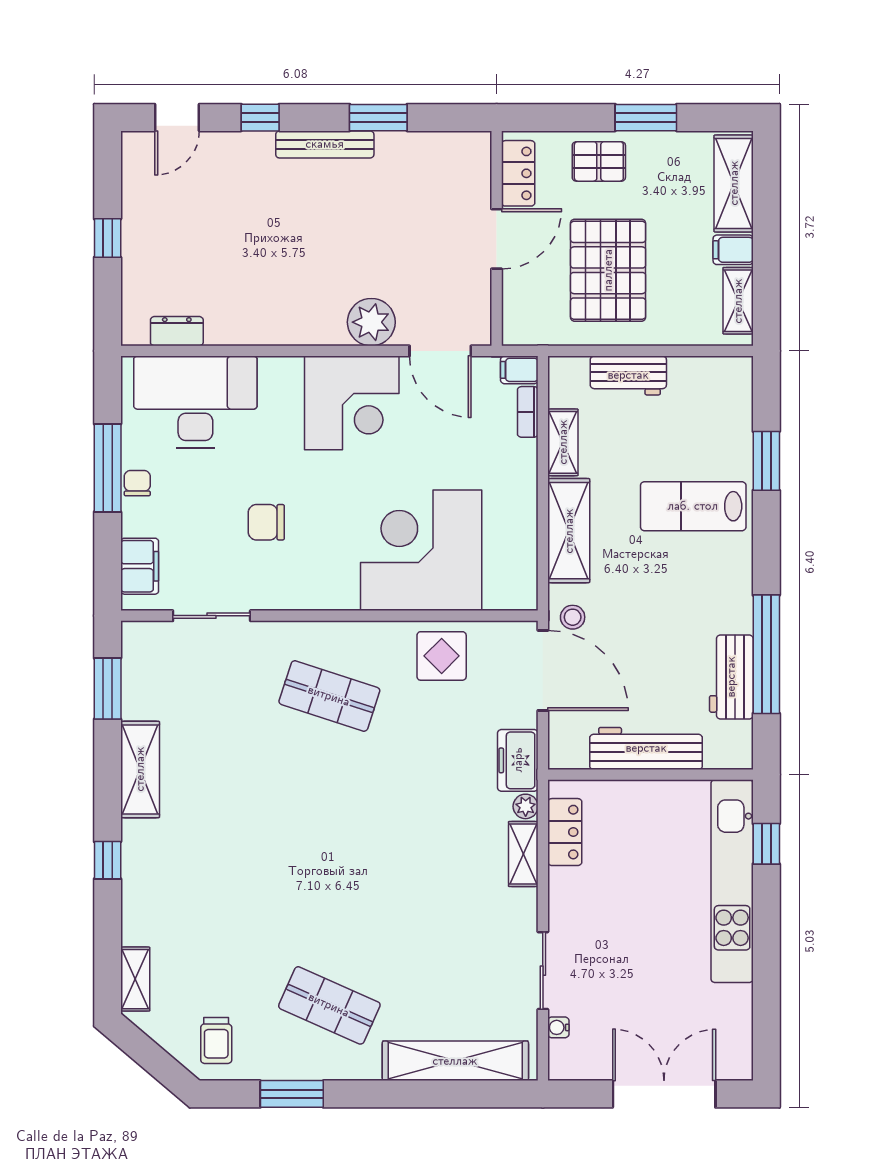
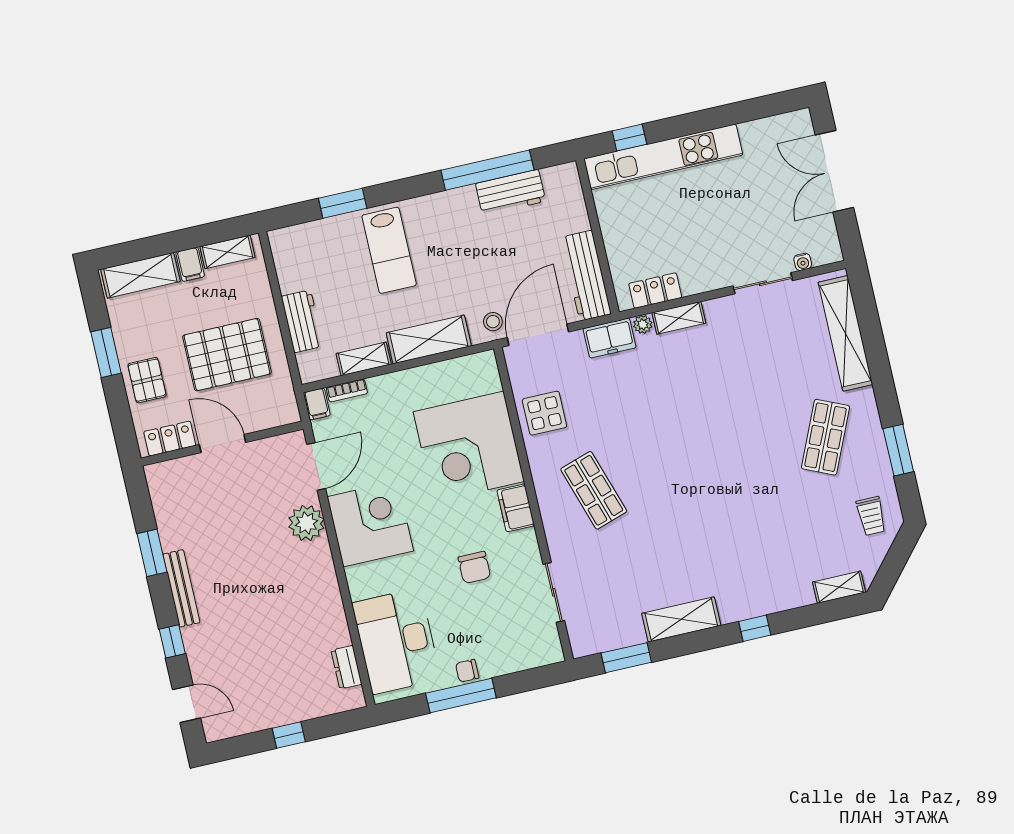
filing cabinet: (140, 566) -> (516, 508), moved, turned -90
shop shelf: (329, 696) -> (594, 490), turned -36
workbench: (646, 748) -> (586, 276), moved
trolley: (216, 1040) -> (871, 516), turned 90

